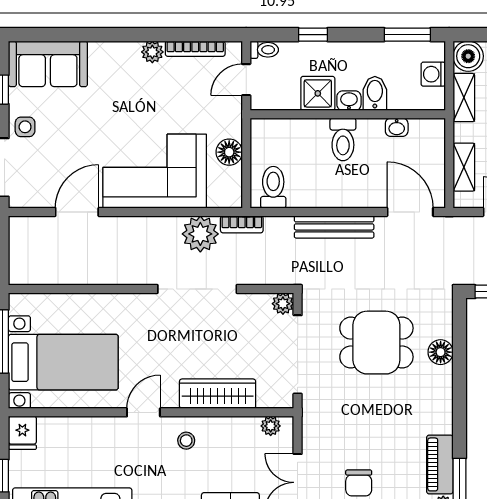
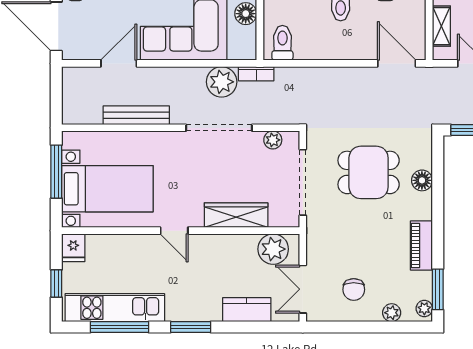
bench: (334, 227) -> (136, 115), moved
plant: (283, 304) -> (273, 140), moved
door: (143, 412) -> (174, 231), swing flipped
plant: (271, 426) -> (273, 249), width x1.88, depth x1.88
stool: (186, 441) -> (210, 254), removed
piano: (440, 464) -> (421, 245), moved

